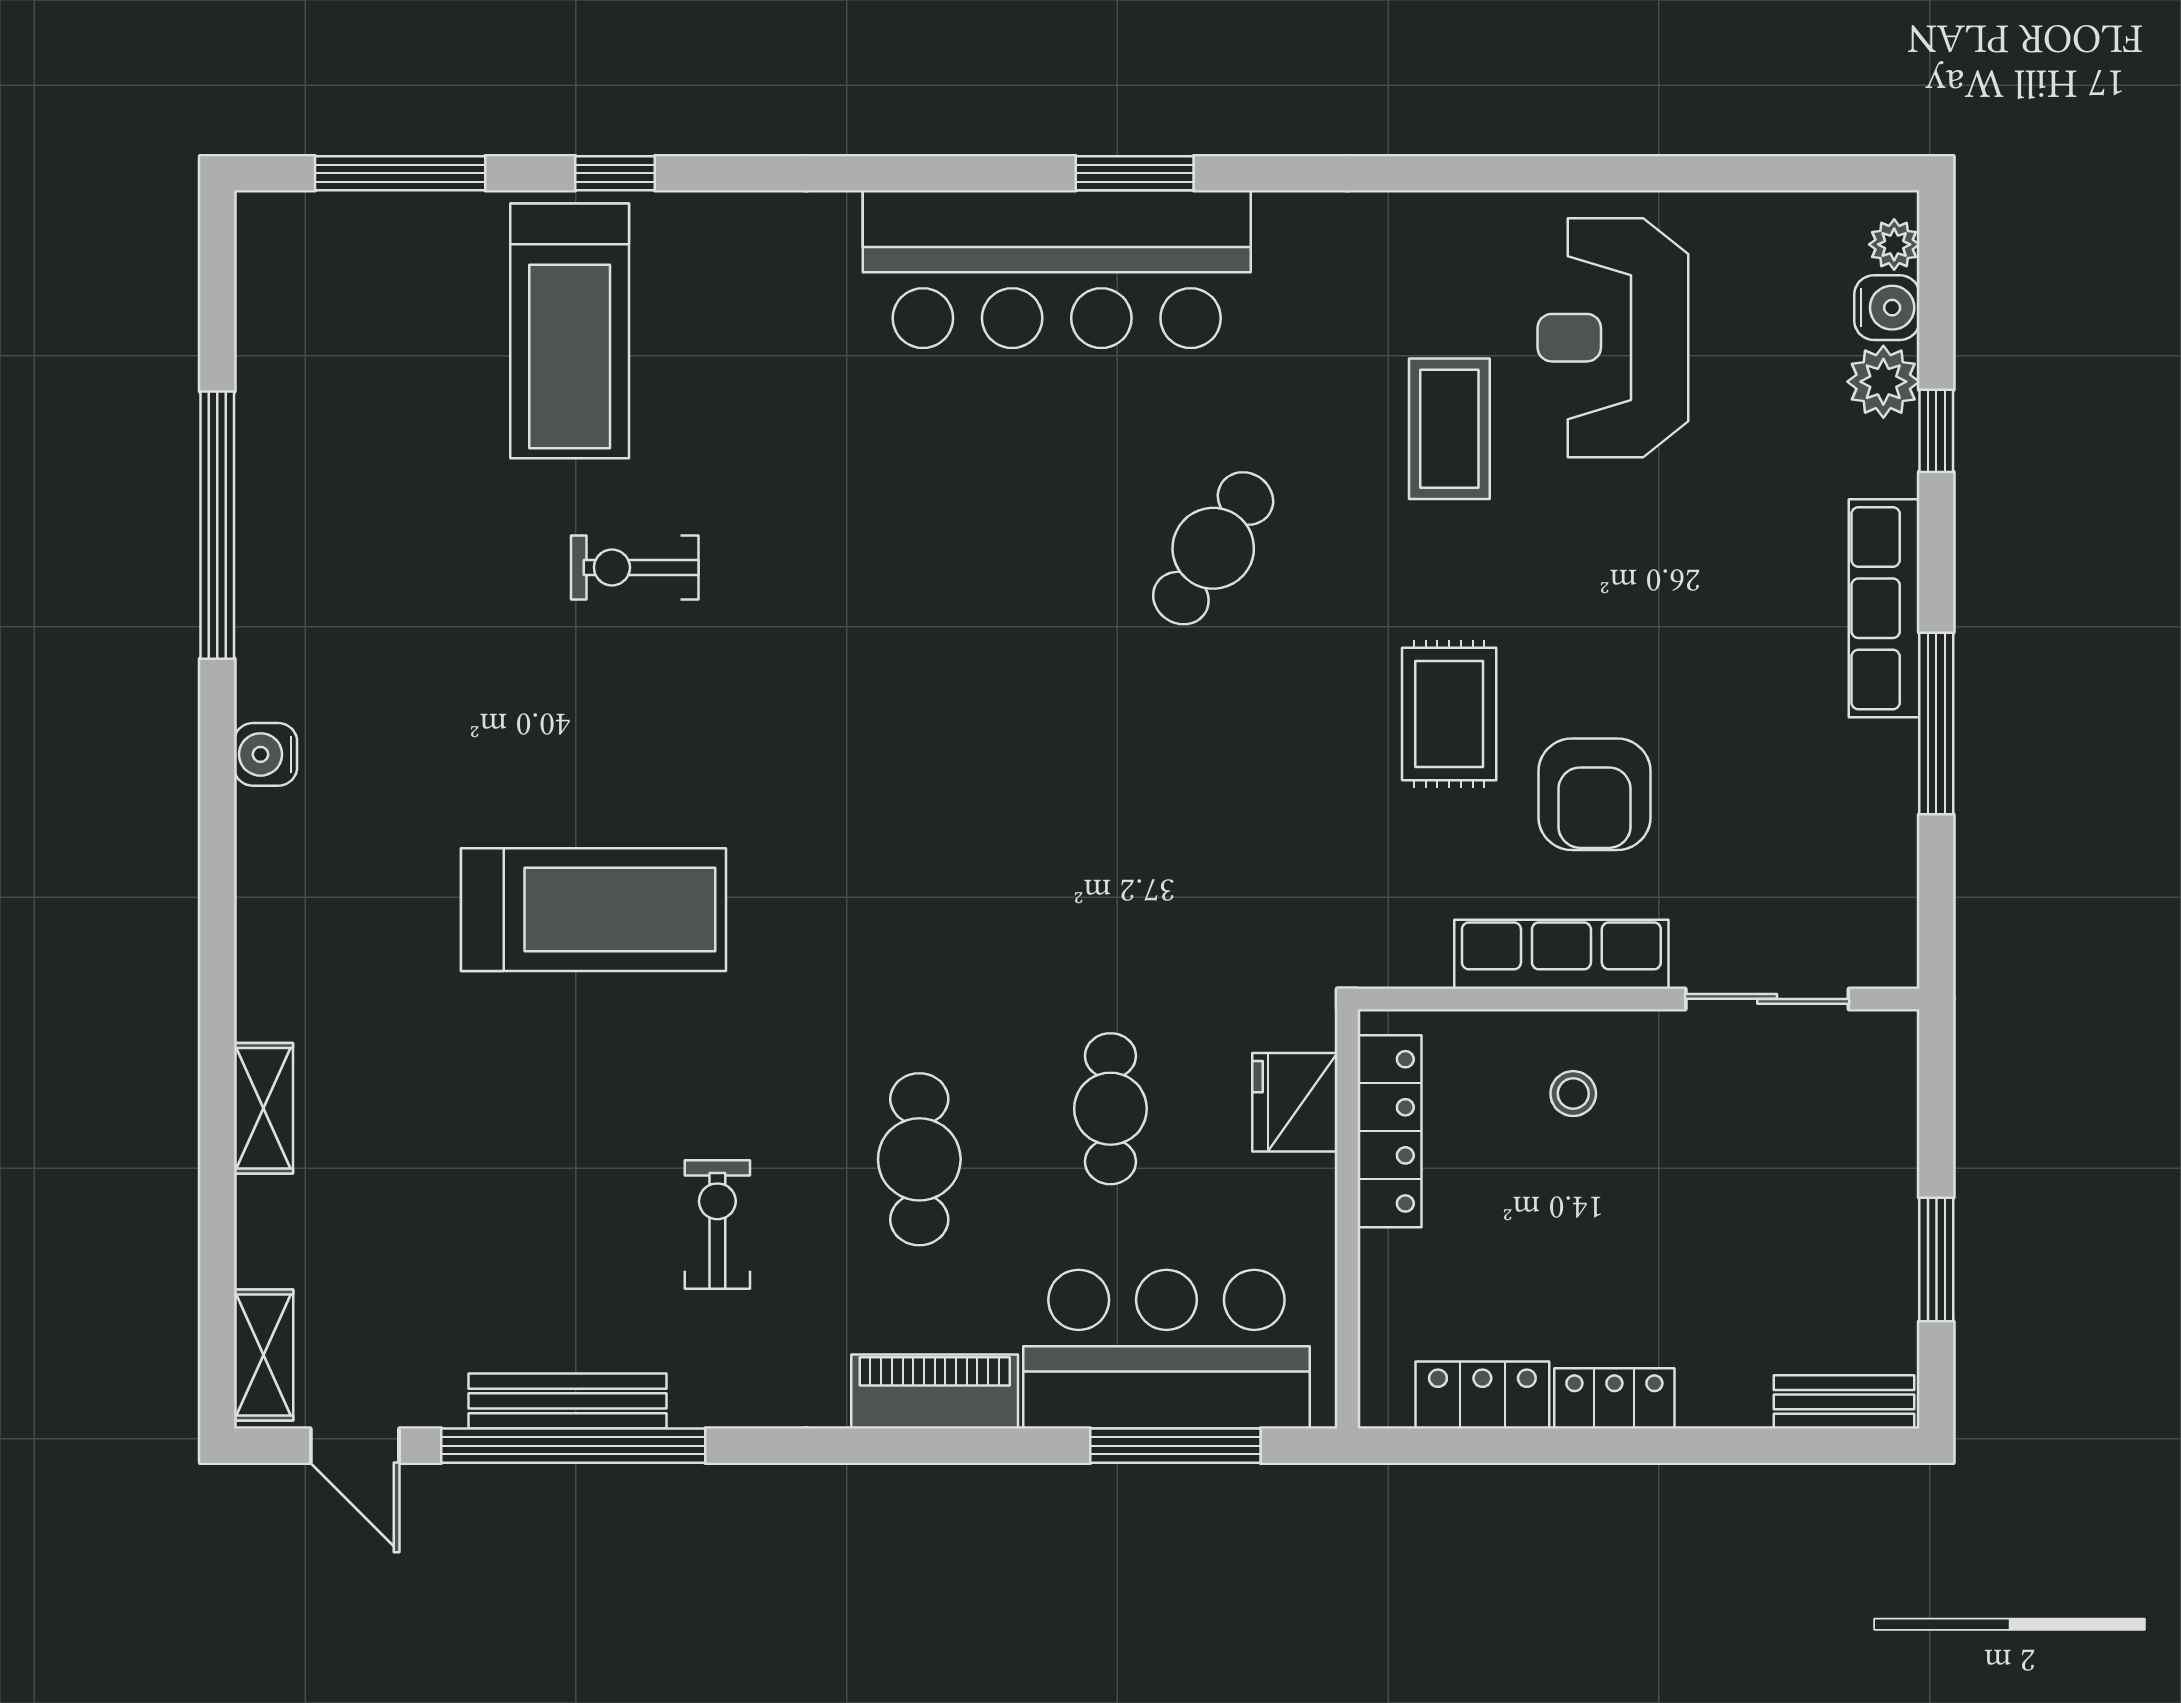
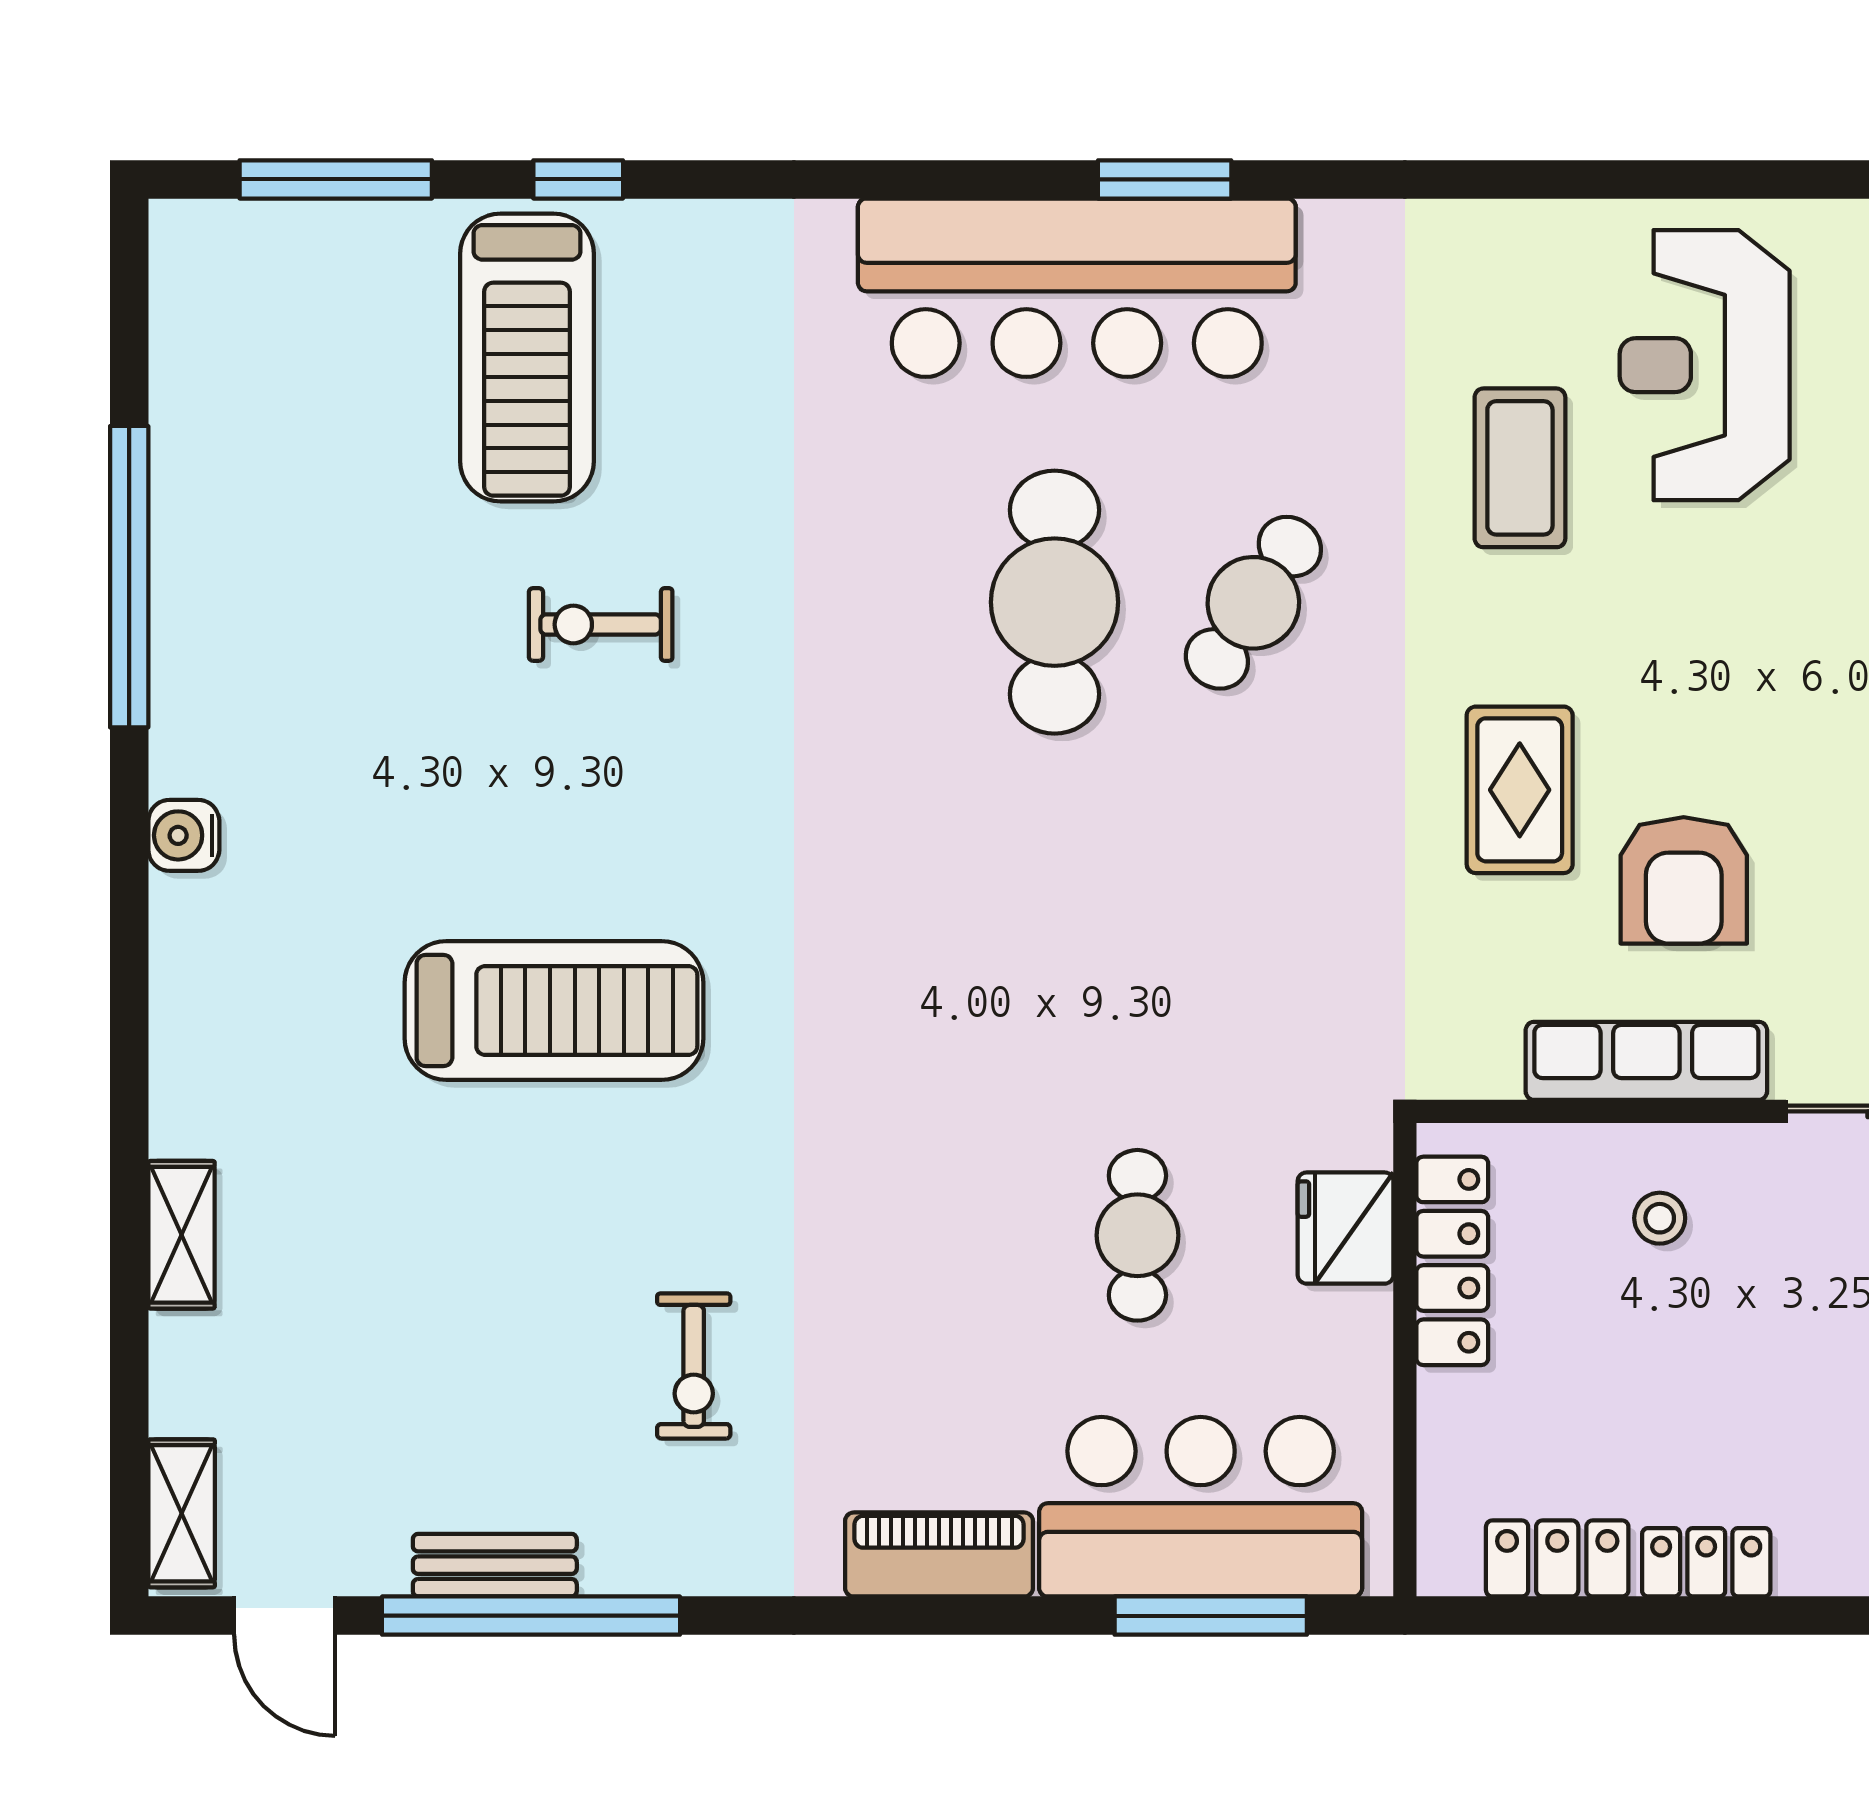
cafe table: (919, 1159) -> (1055, 602), moved, width x1.37, depth x1.35
exercise bike: (717, 1224) -> (694, 1366), turned 180
bench: (568, 1401) -> (495, 1565), width x0.73

